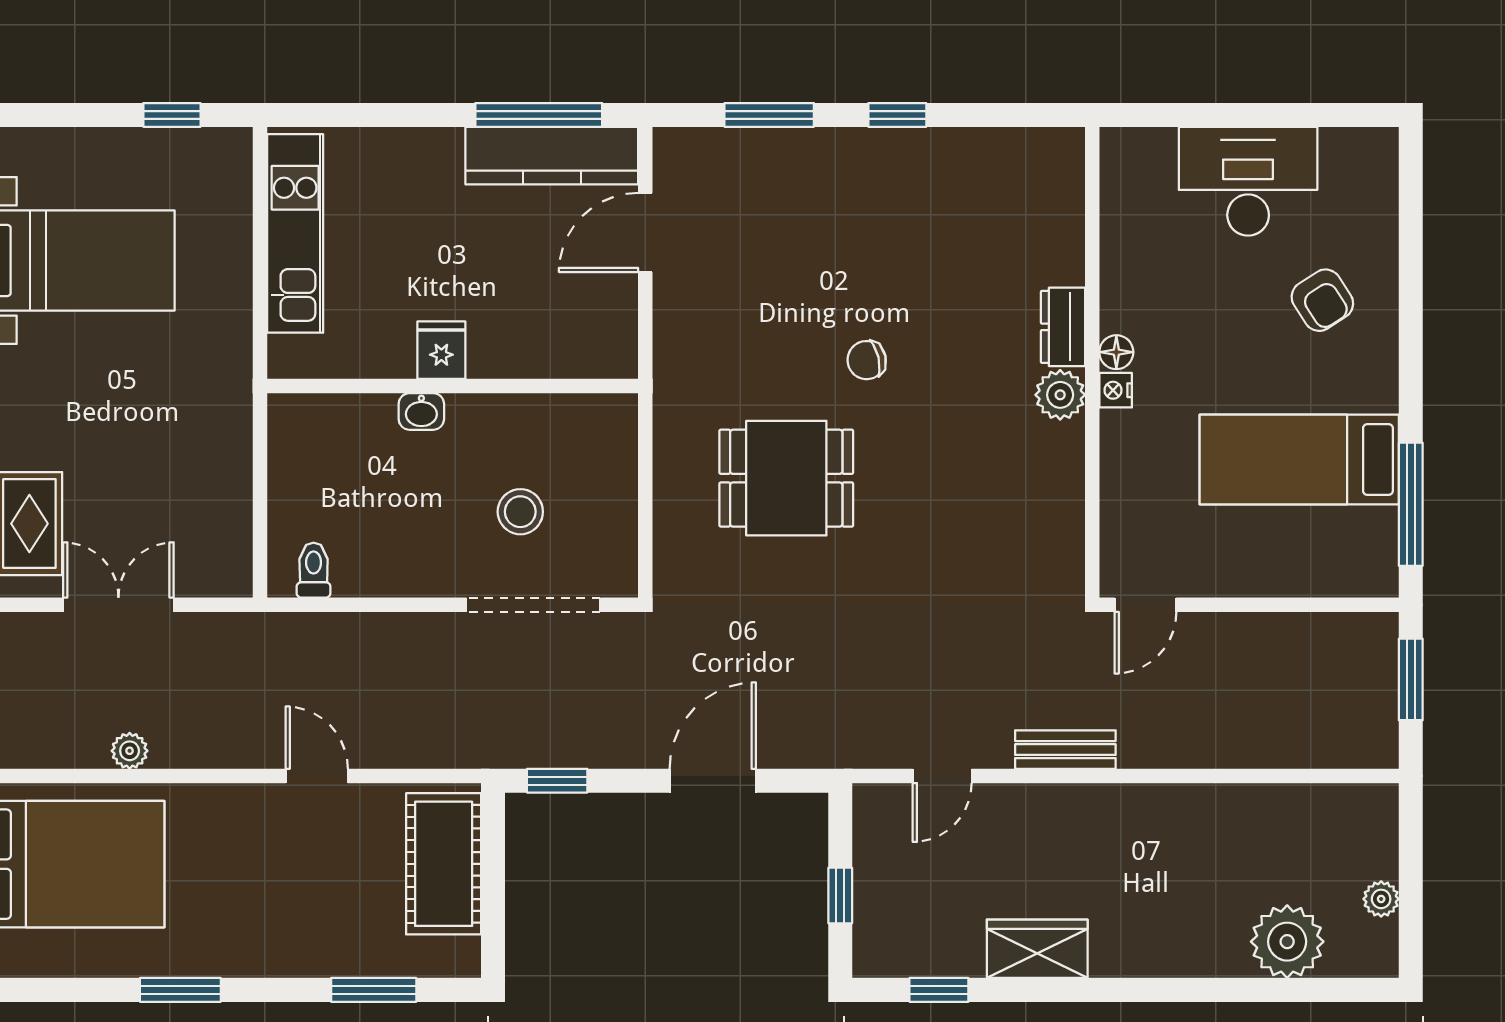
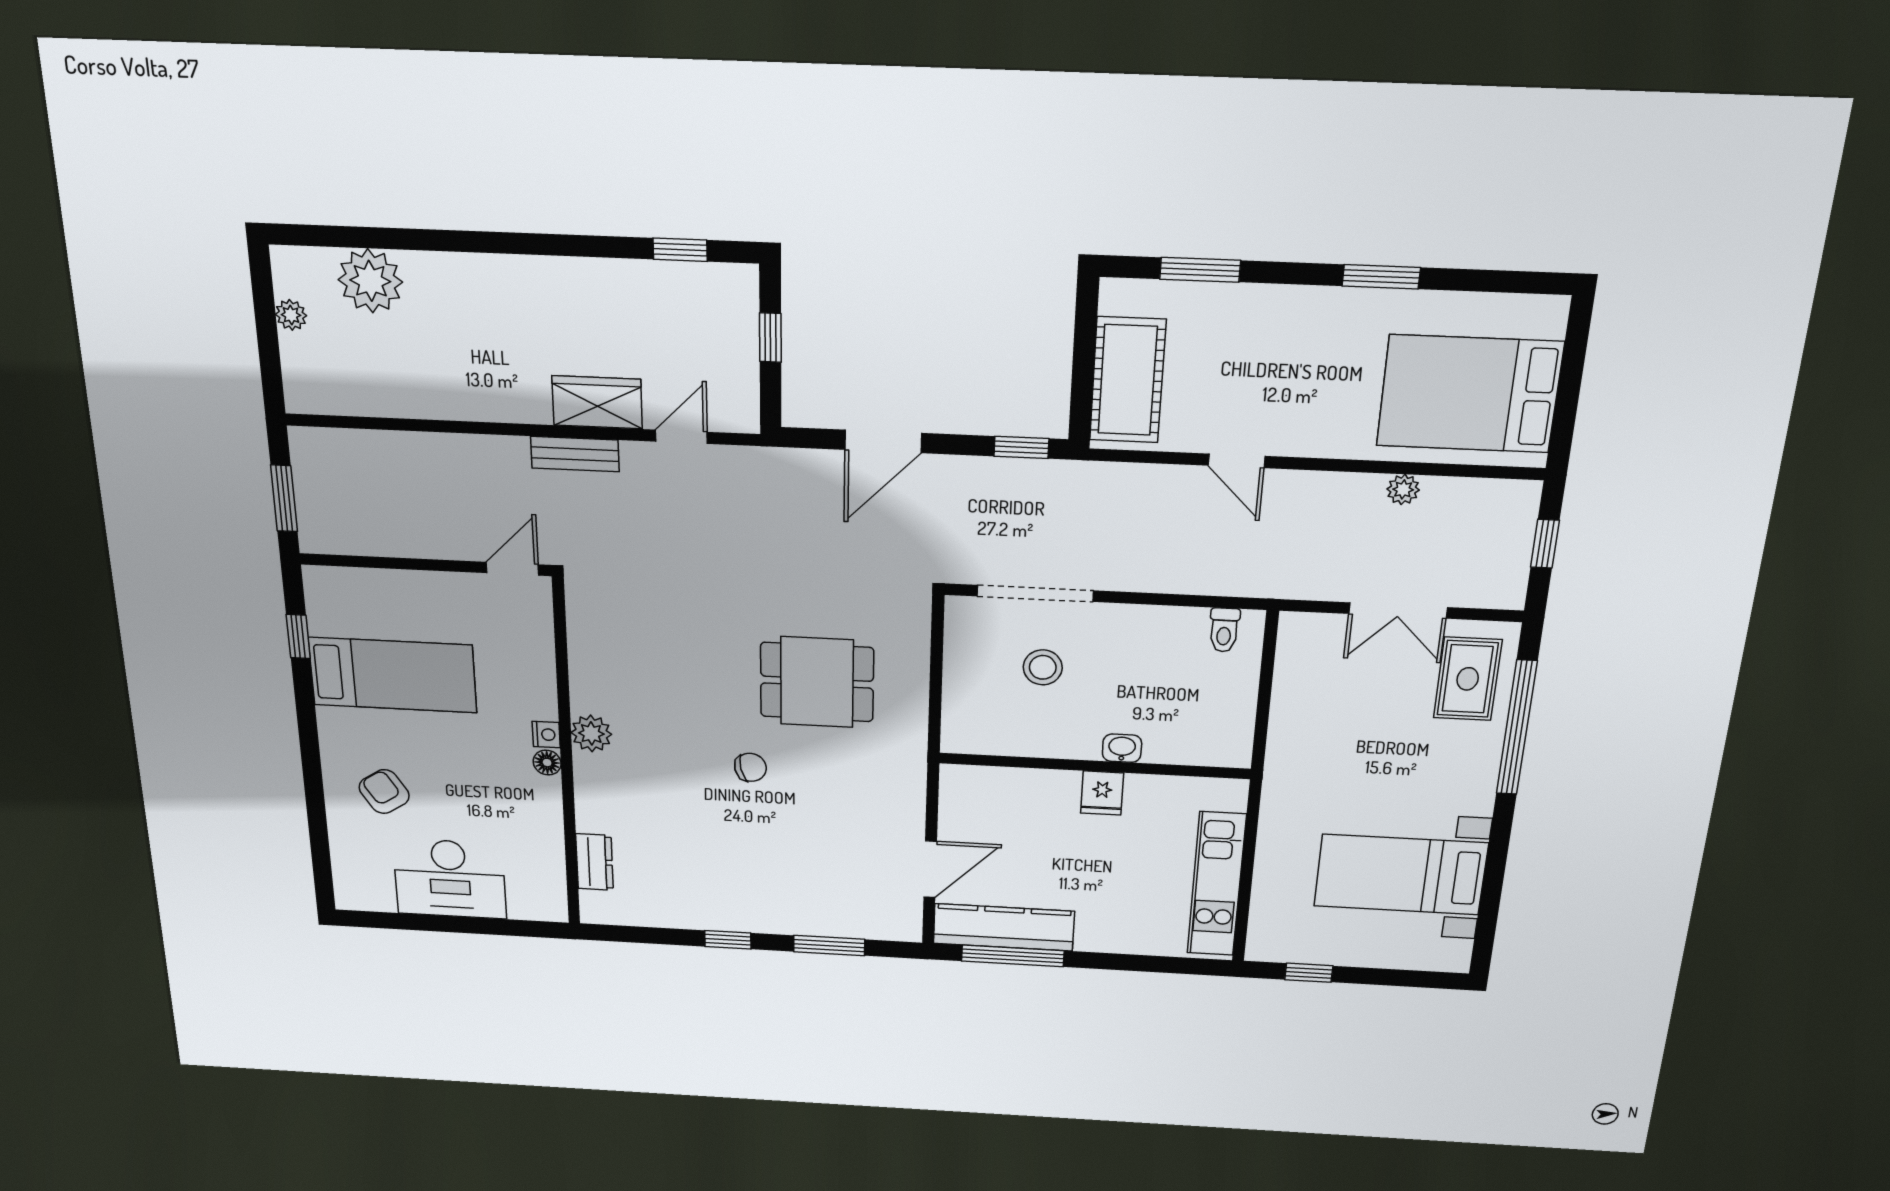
dresser: (1063, 327) -> (595, 862), moved
window: (1411, 504) -> (298, 636), width x0.46
wardrobe: (1037, 949) -> (597, 402), moved, turned 180

